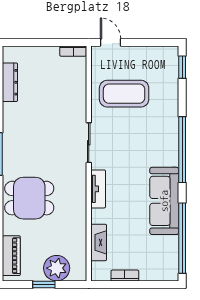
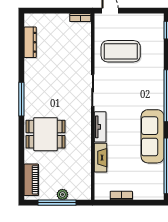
fireplace: (99, 242) -> (101, 158), moved
plant: (57, 268) -> (62, 194), width x0.53, depth x0.53
window: (44, 285) -> (57, 203), width x2.17

